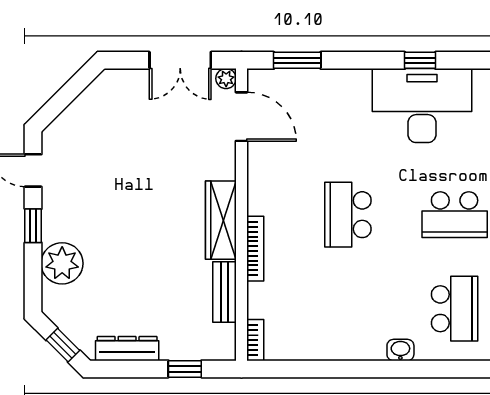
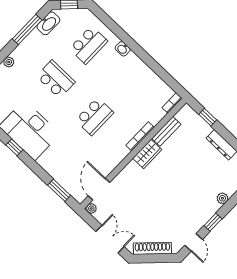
double door: (180, 60) -> (110, 239), moved
shoe rack: (84, 105) -> (152, 248), added
wardrobe: (221, 220) -> (147, 154), width x0.67
plant: (62, 263) -> (222, 198), width x0.53, depth x0.53
school desk: (455, 309) -> (88, 45), turned 180

